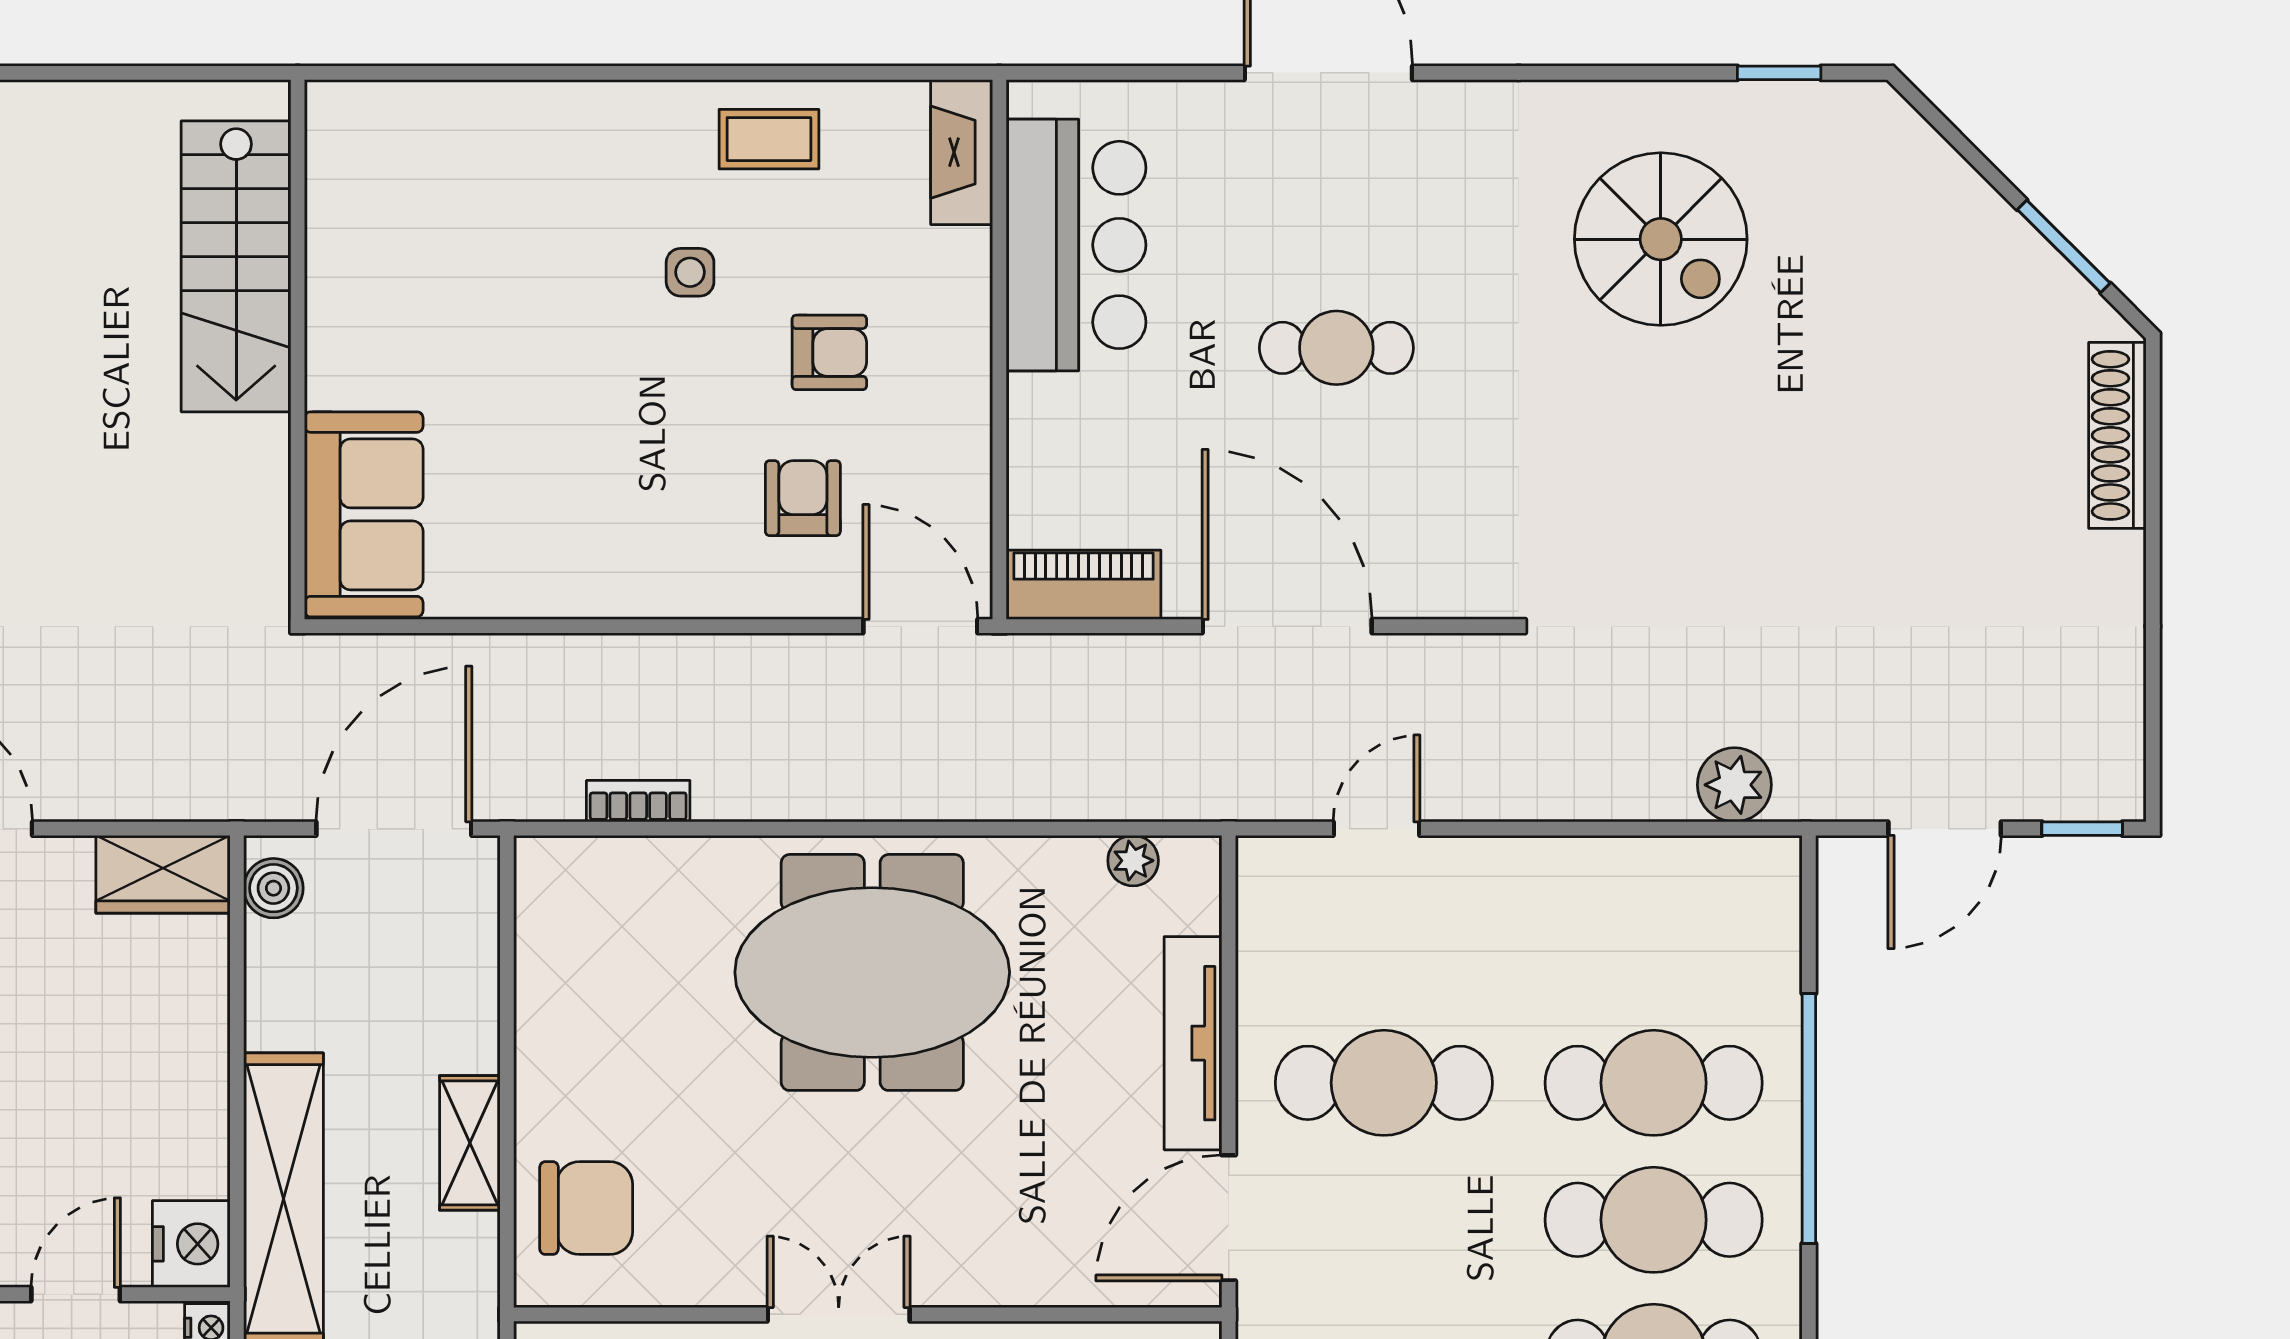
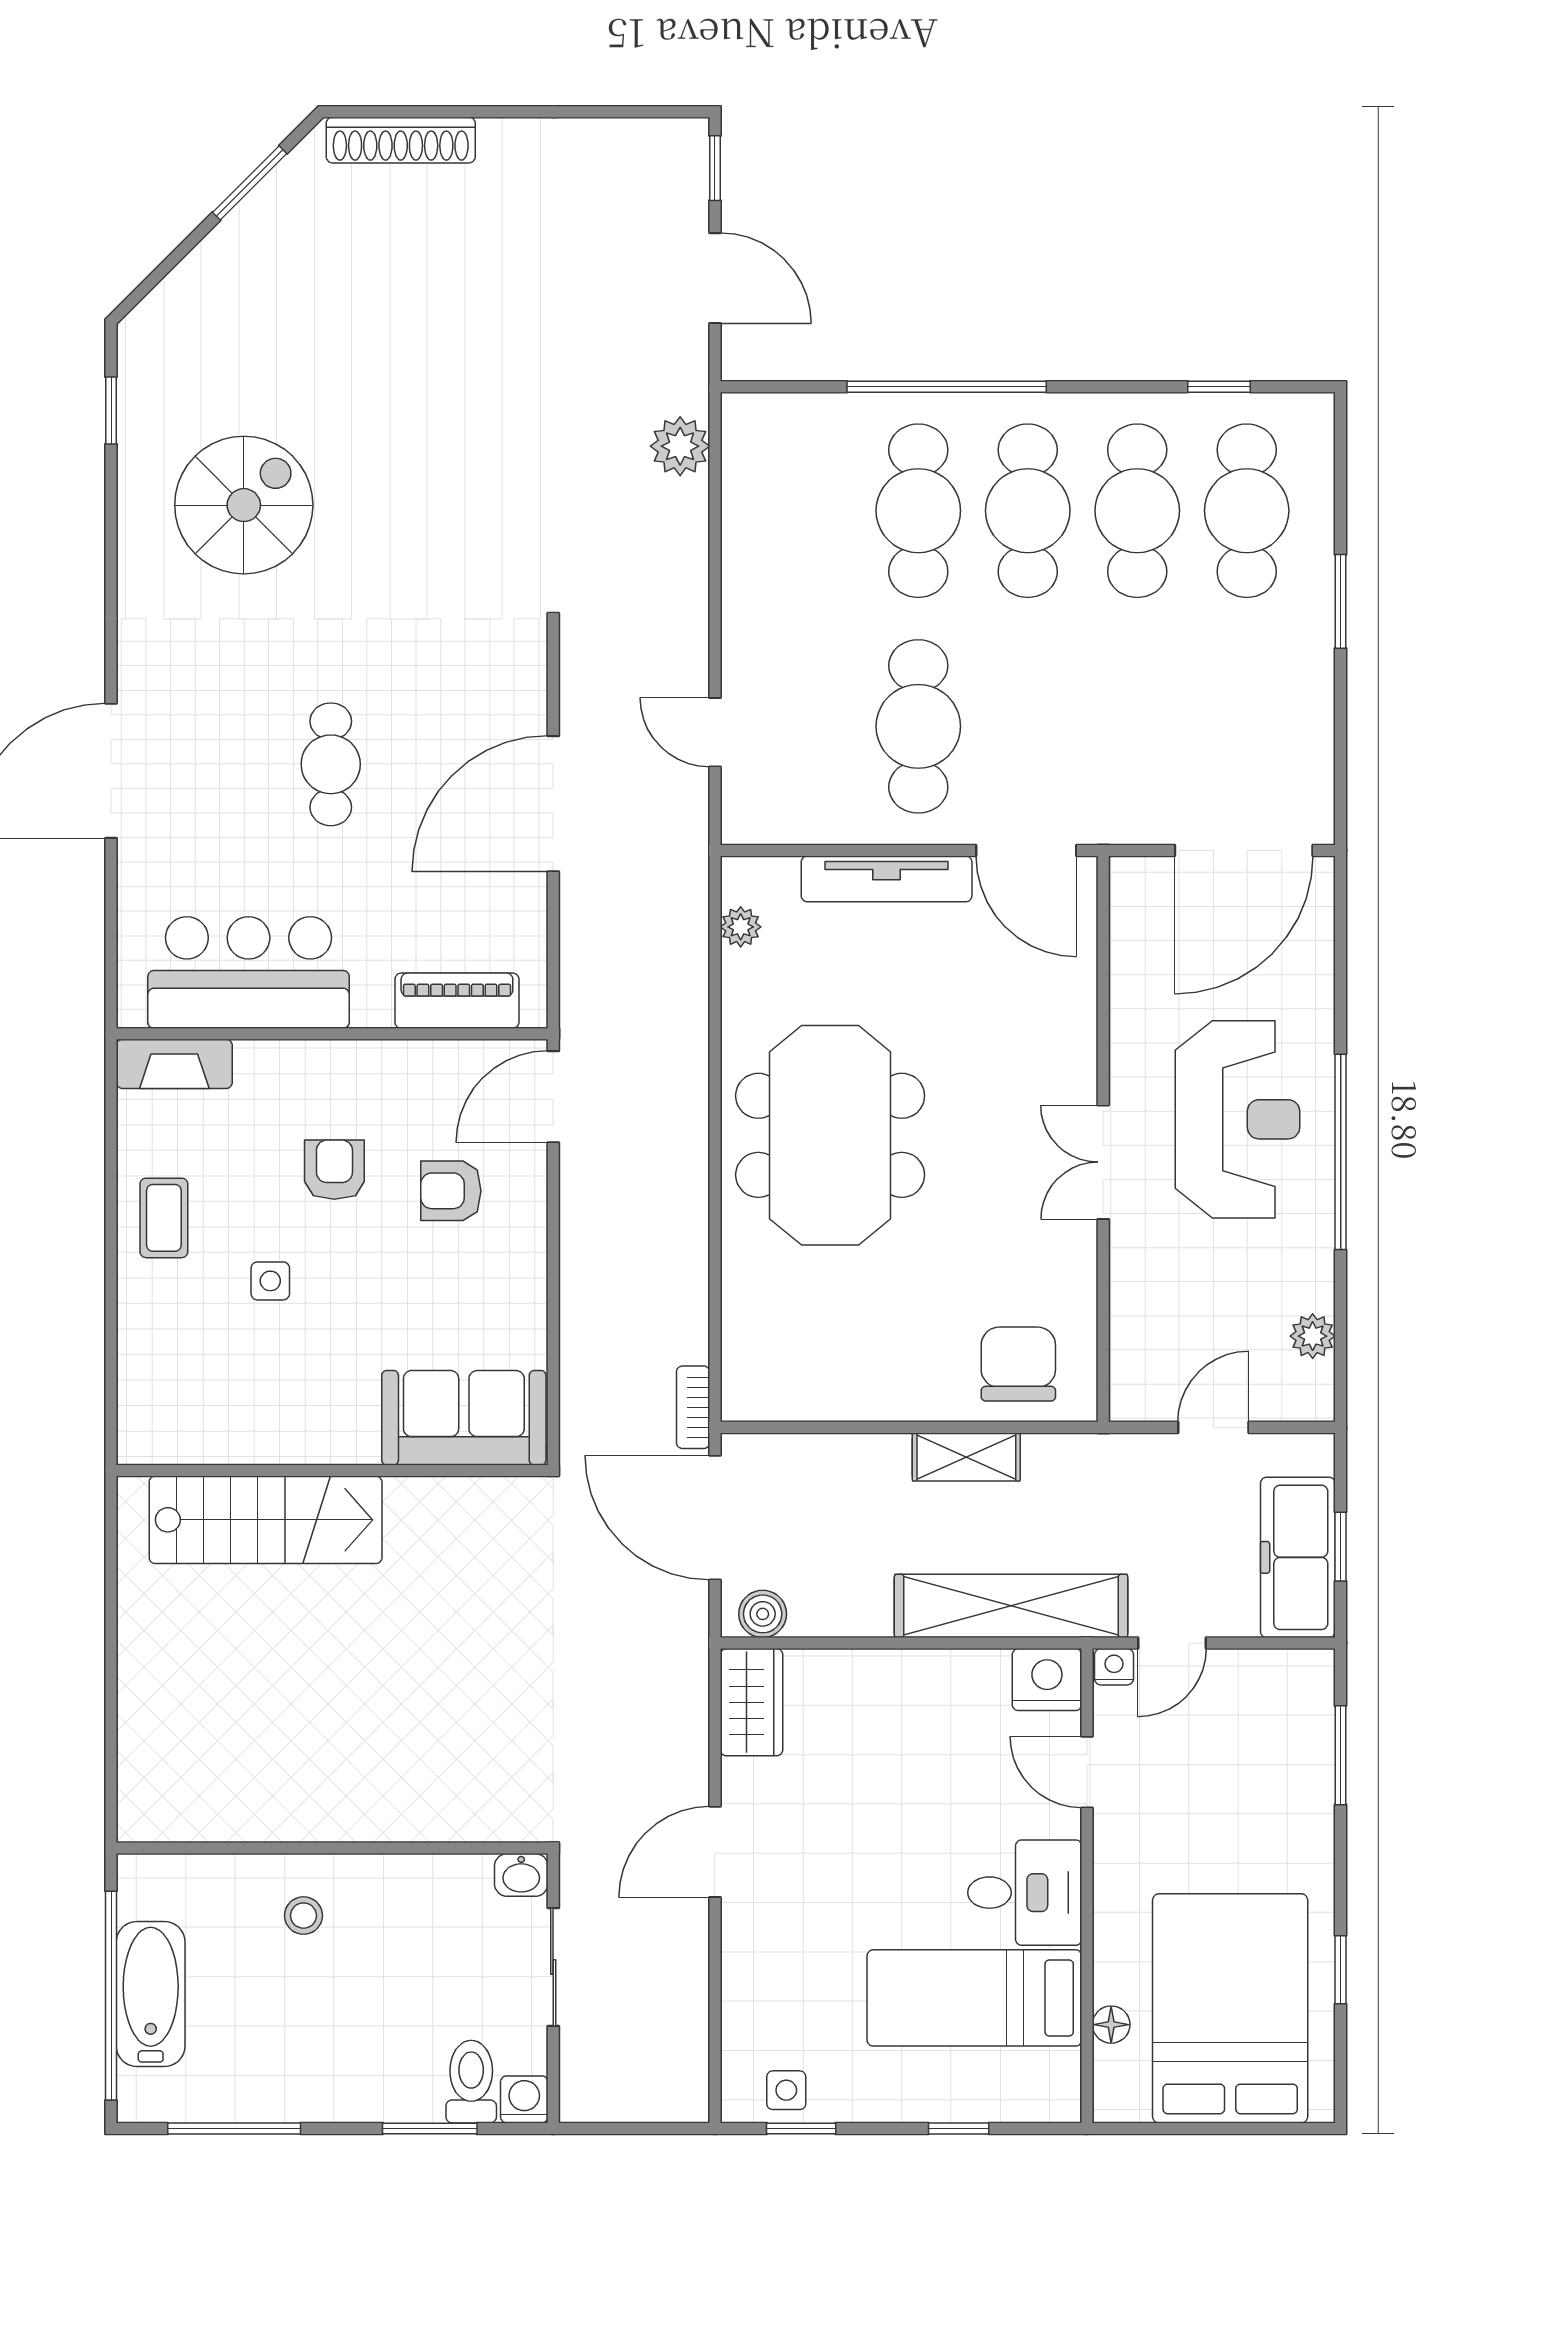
stairs: (236, 266) -> (266, 1520), moved
wall: (298, 350) -> (332, 1471), moved
sofa: (364, 514) -> (464, 1418), moved
piano: (1083, 585) -> (457, 1001), moved, turned 90
bookcase: (638, 801) -> (693, 1407), moved

